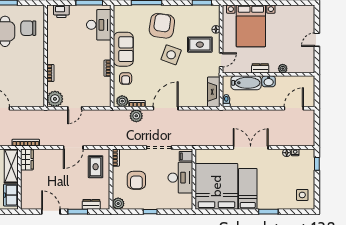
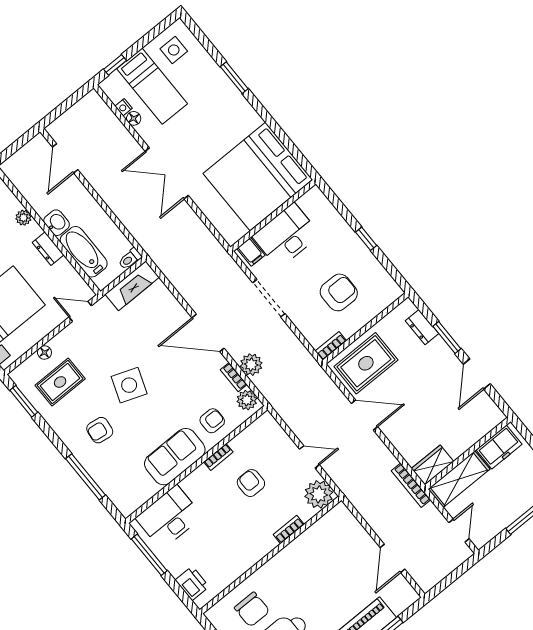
armchair: (162, 26) -> (100, 430), width x0.53, depth x0.53
rug: (200, 45) -> (60, 382), moved, turned 90
armchair: (84, 73) -> (251, 483), added
door: (294, 108) -> (65, 158), hinge flipped
rug: (96, 167) -> (366, 363), width x1.36, depth x1.43
bed: (248, 189) -> (152, 86), moved, turned -90
plant: (118, 204) -> (391, 291), removed

